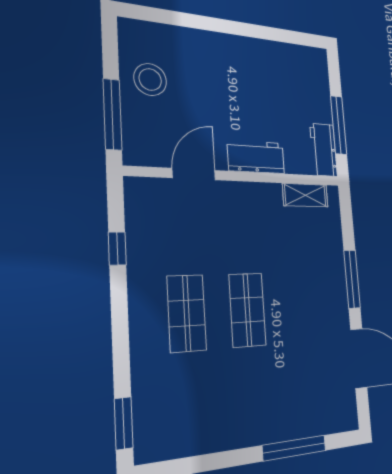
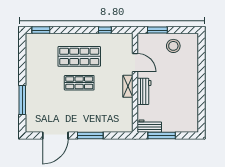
window: (112, 114) -> (157, 30), width x0.69
shelving: (305, 195) -> (128, 86), moved
shop shelf: (187, 313) -> (79, 56), width x1.43, depth x1.36

